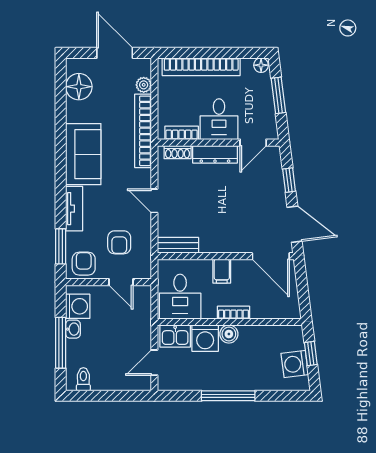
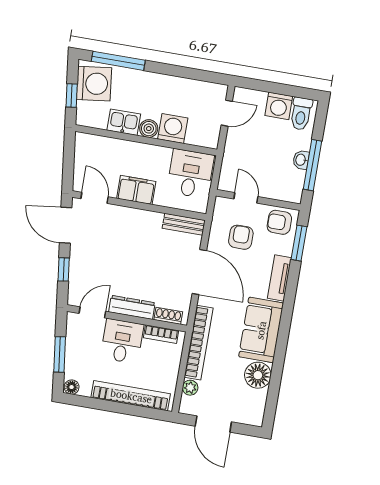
floor lamp: (79, 87) -> (258, 375), moved
door: (154, 201) -> (199, 272), width x1.87
door: (271, 256) -> (94, 198), width x0.73
armchair: (84, 264) -> (279, 222), turned 90
filing cabinet: (222, 271) -> (136, 190), width x2.00
washing machine: (78, 306) -> (279, 106), moved, turned -90
bookcase: (233, 313) -> (141, 149), removed
kitchen sink: (175, 336) -> (124, 122), moved
window: (61, 343) -> (313, 165), moved
washing machine: (295, 364) -> (94, 84), width x1.37, depth x1.37
toilet: (83, 379) -> (301, 114), width x1.37, depth x1.39
window: (228, 396) -> (118, 61), moved

